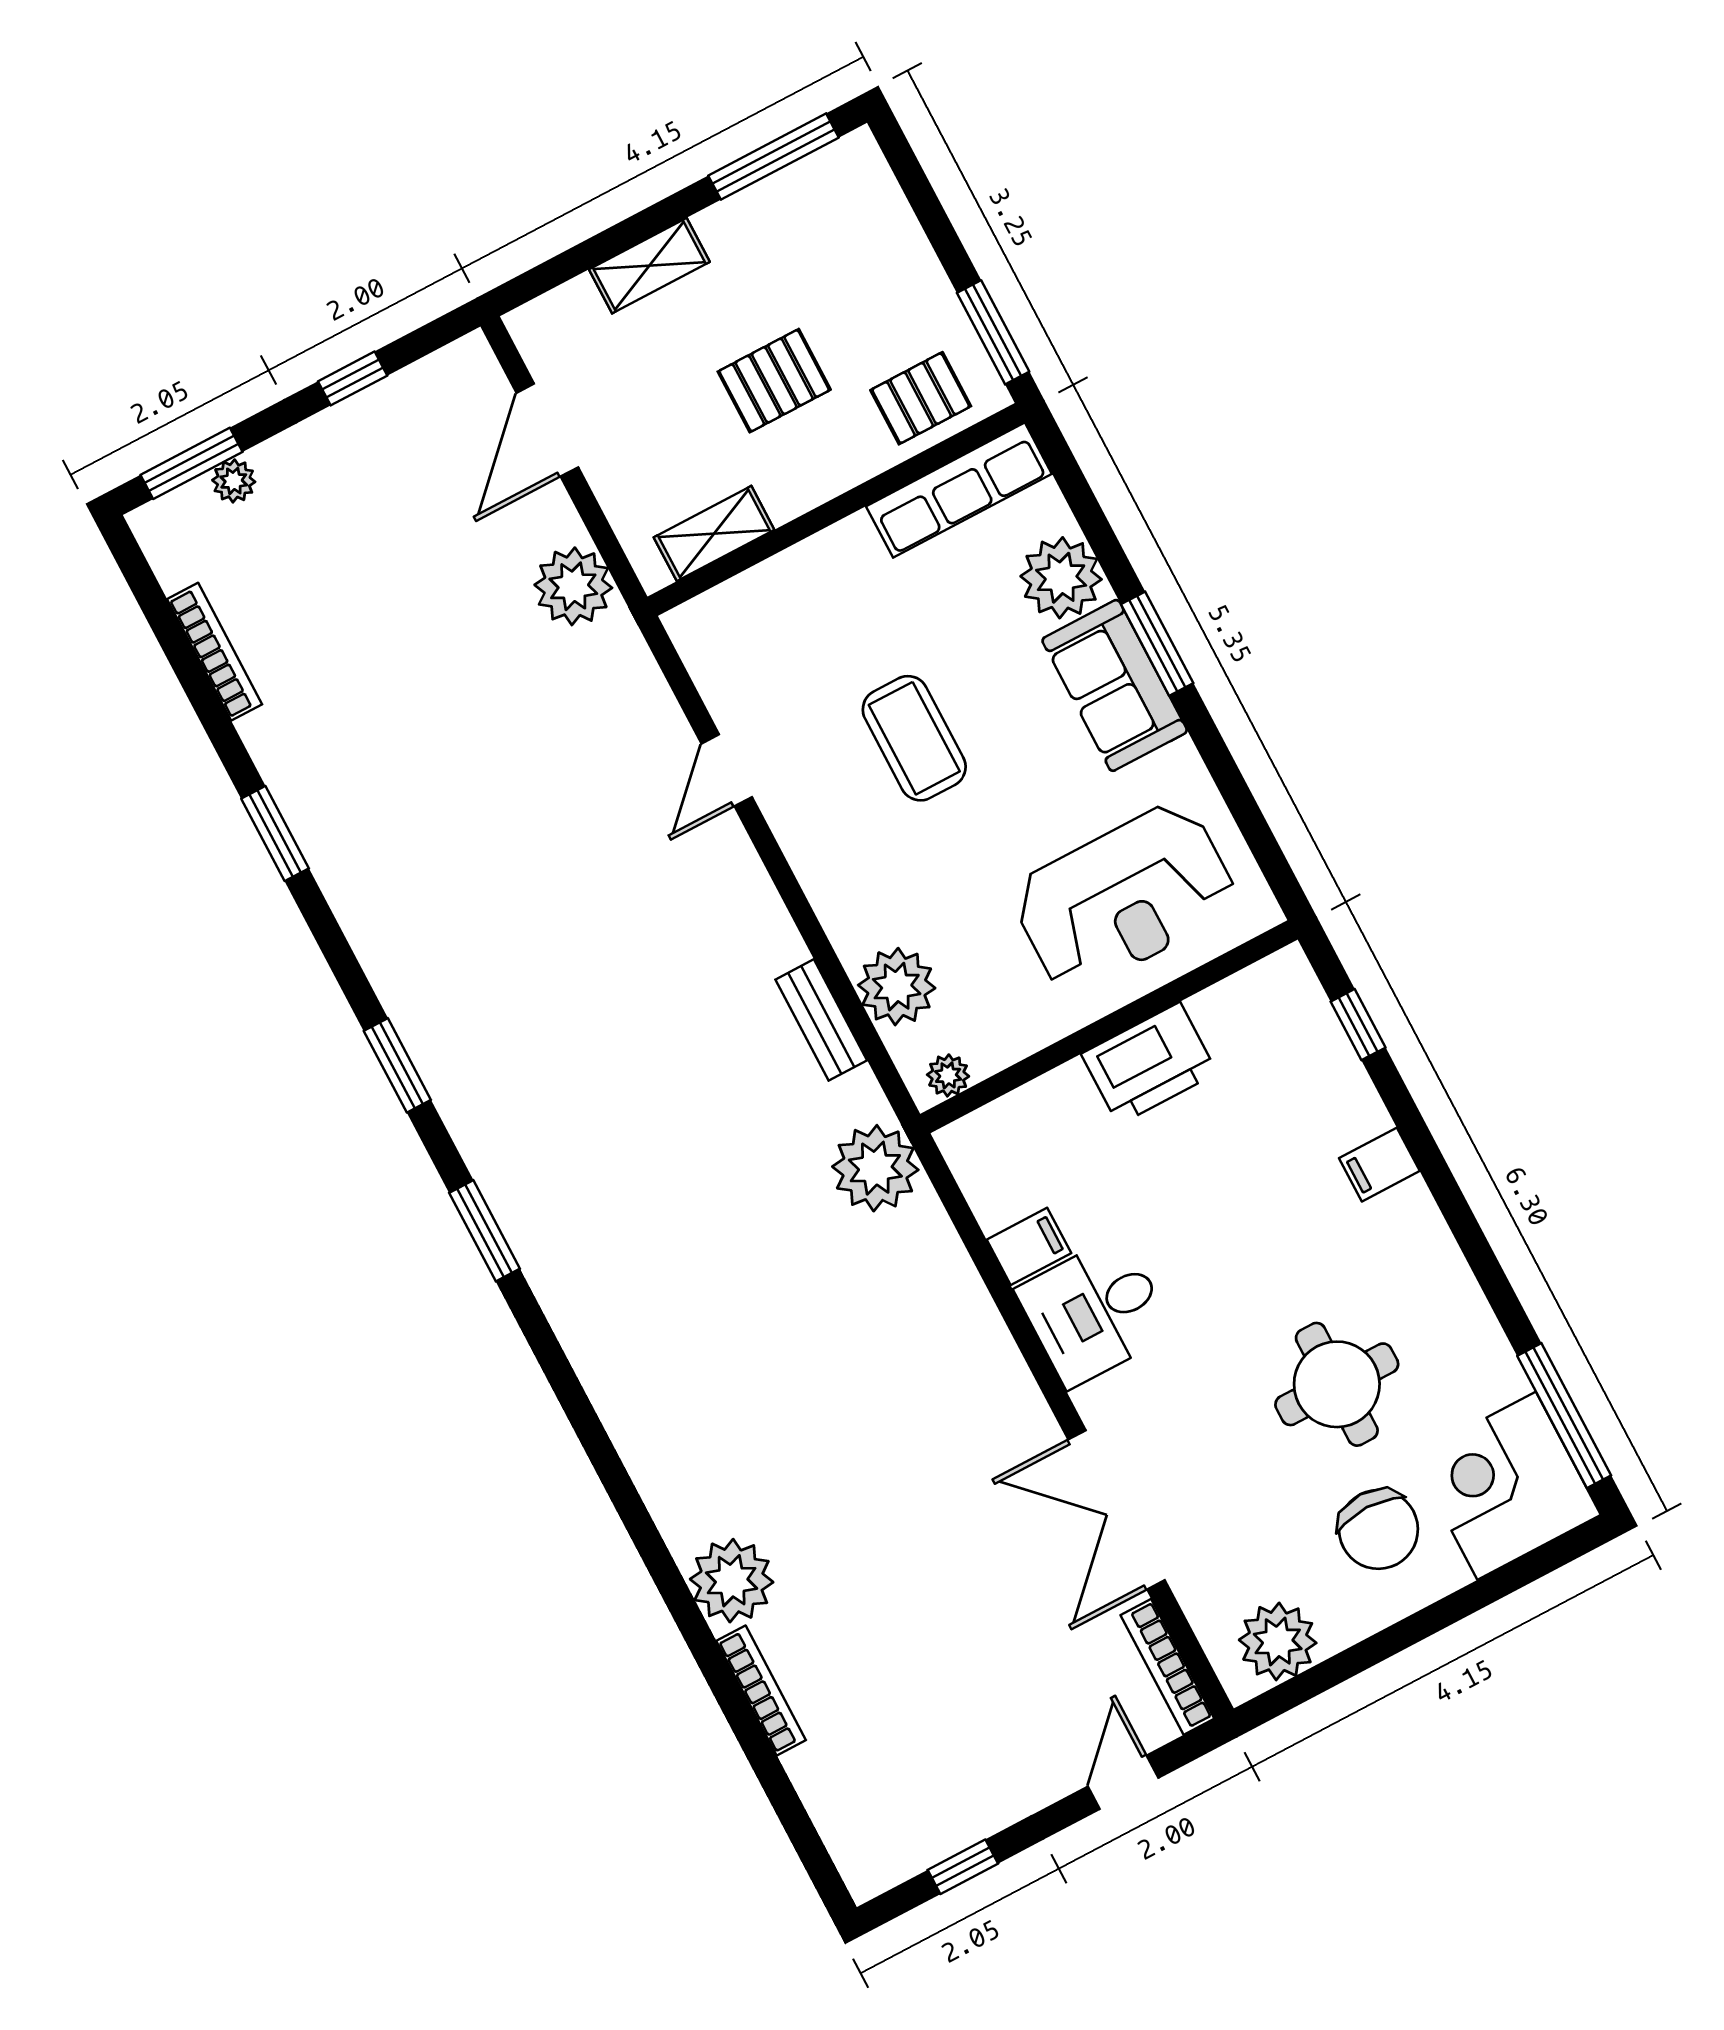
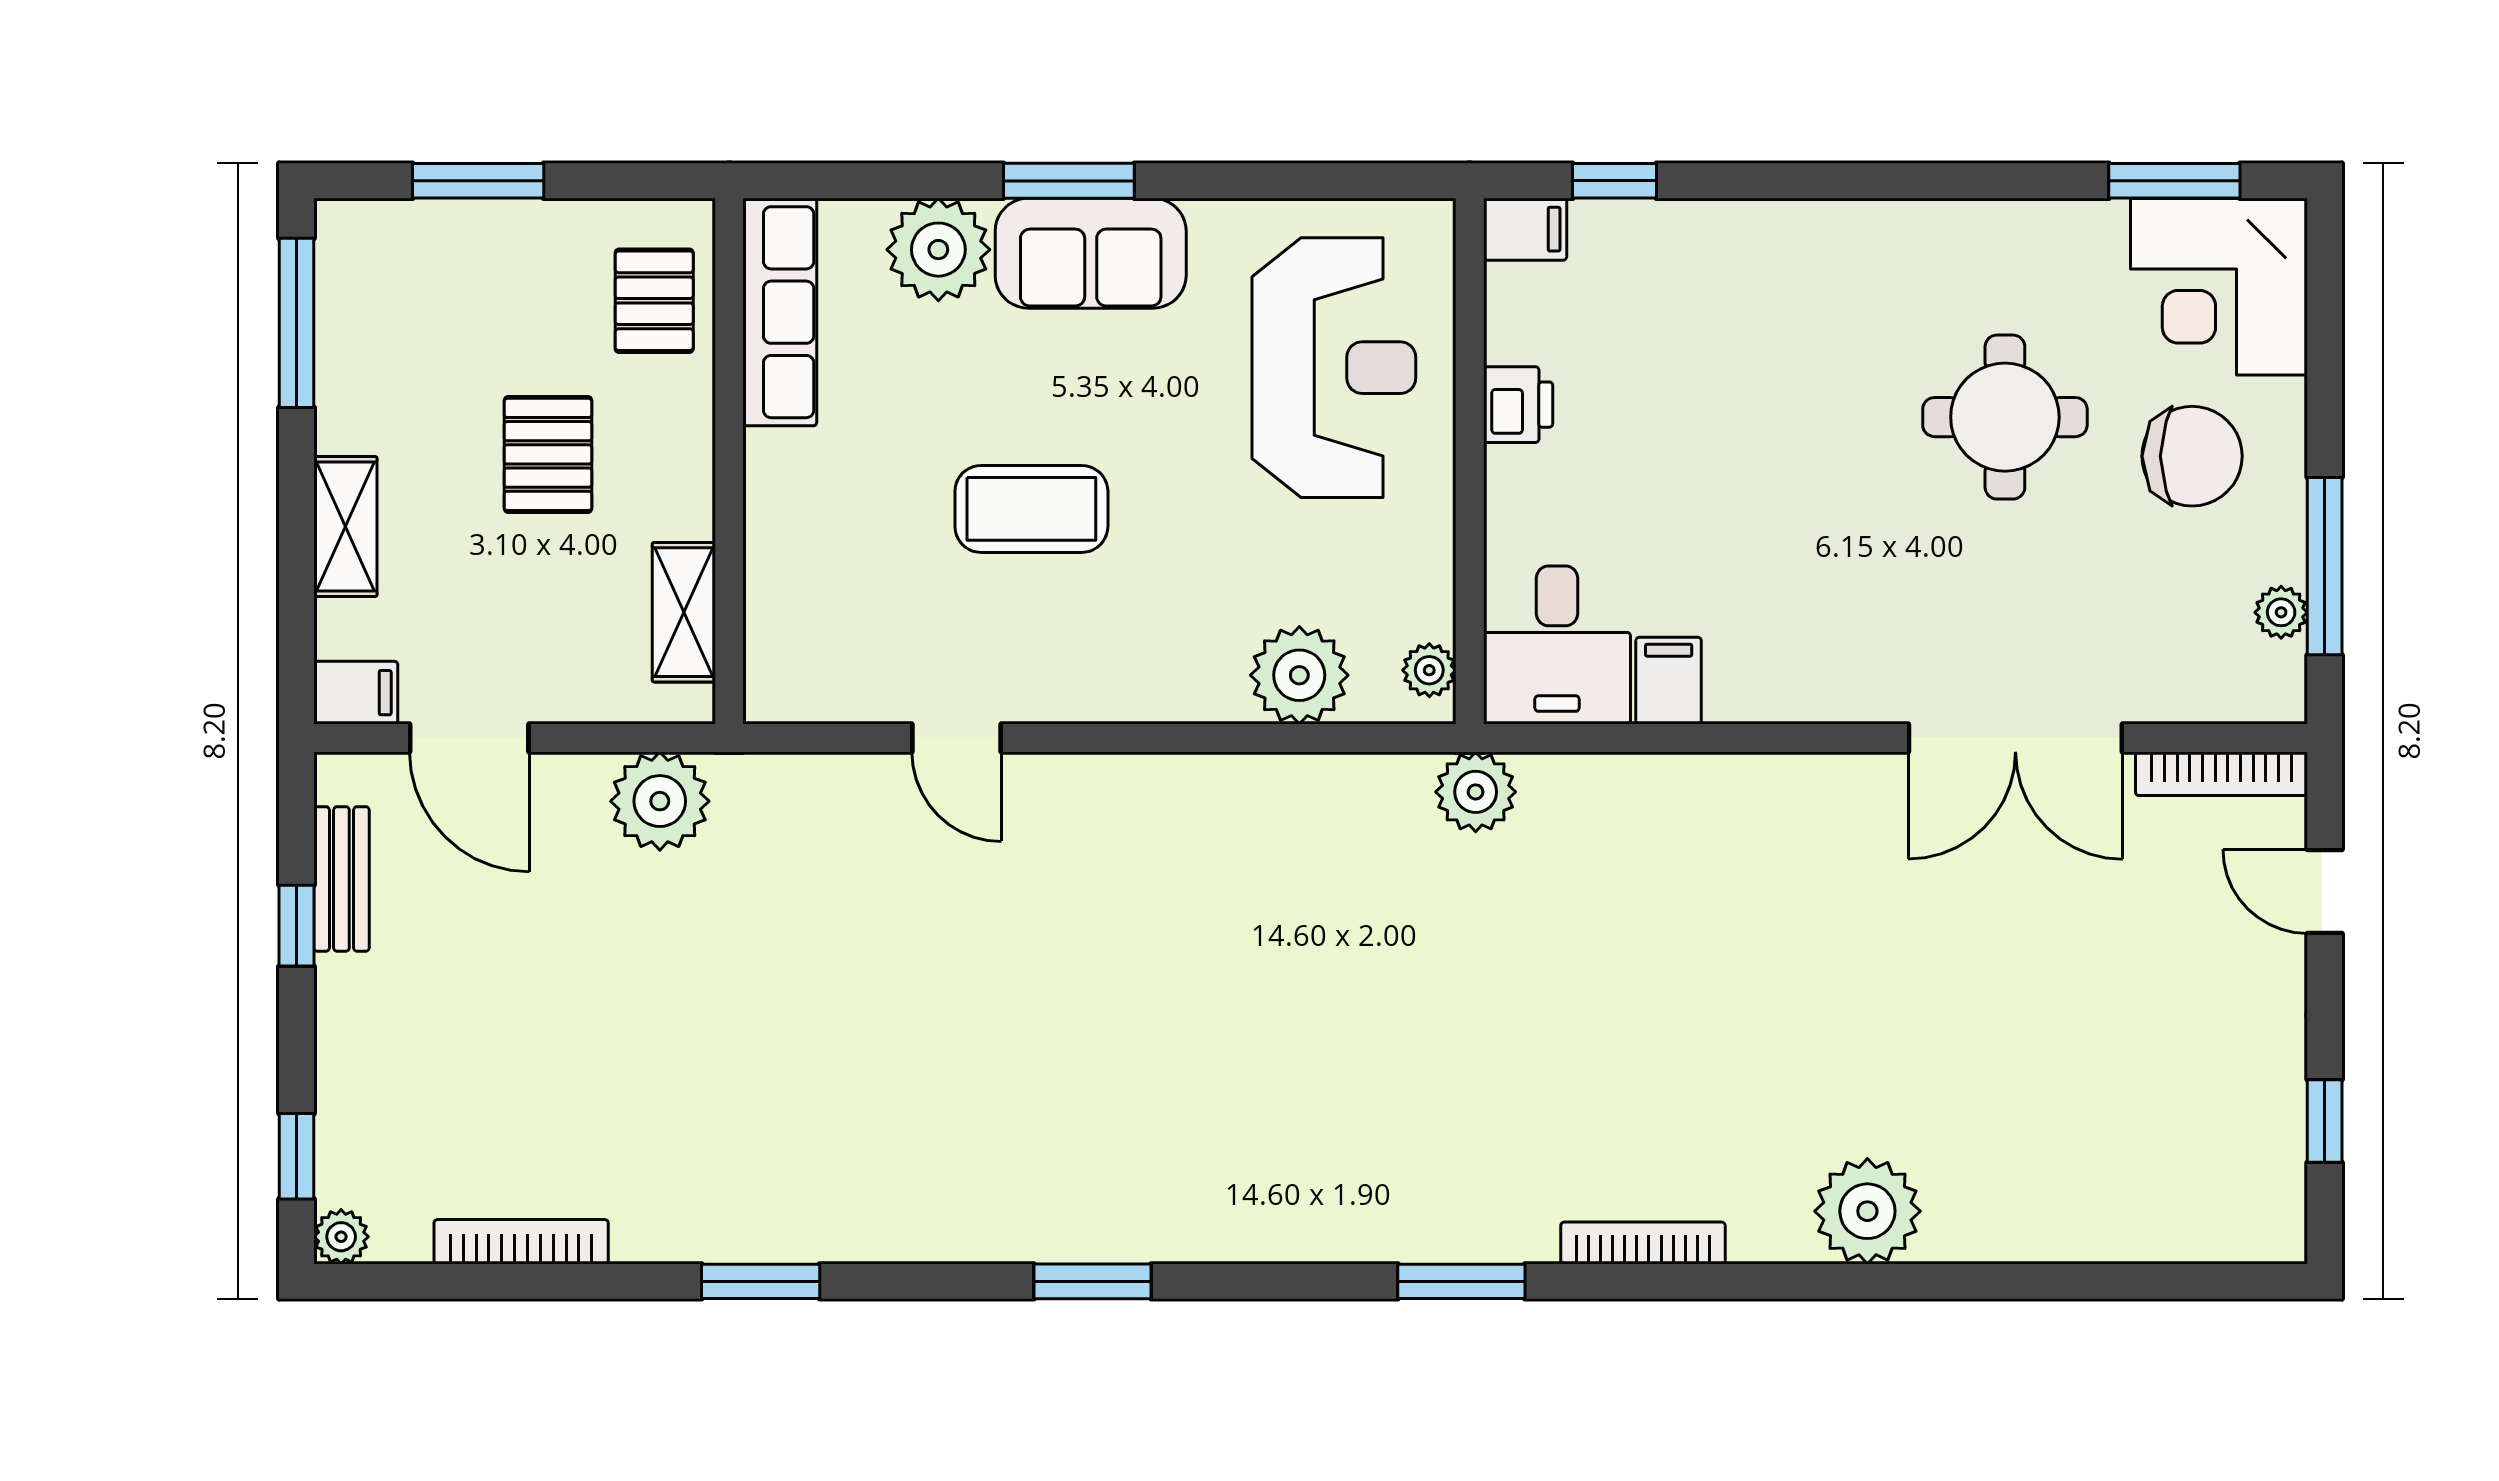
window: (993, 332) -> (478, 181), moved
filing cabinet: (537, 334) -> (356, 693), added
window: (192, 463) -> (297, 1156), width x0.67
plant: (234, 481) -> (341, 1237), moved
bench: (821, 1020) -> (341, 879), moved, turned 90
printer: (1149, 1063) -> (1518, 405), width x0.53, depth x0.68
filing cabinet: (1379, 1165) -> (1525, 229), moved, turned -90
plant: (875, 1168) -> (1476, 792), width x0.73, depth x0.73
window: (485, 1231) -> (1461, 1281), moved
desk: (1095, 1311) -> (1557, 645), moved
window: (1564, 1416) -> (2174, 181), width x0.69
plant: (1278, 1641) -> (2281, 612), width x0.53, depth x0.53
window: (1350, 1662) -> (2325, 566), added
bookcase: (761, 1690) -> (1643, 1243), moved

